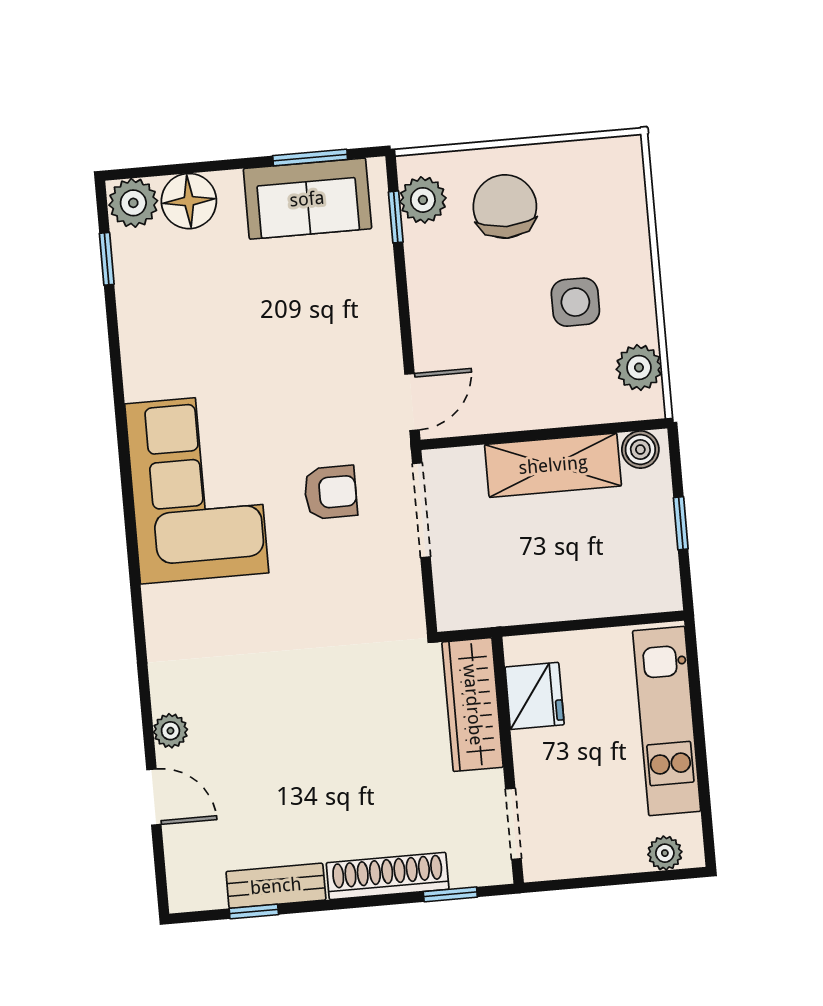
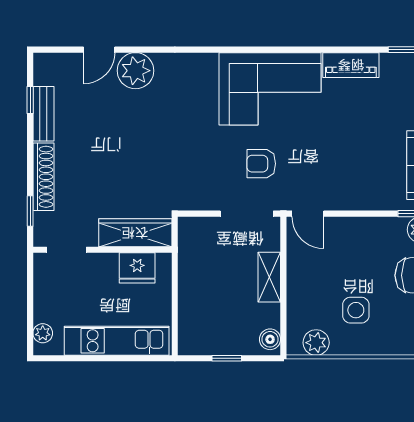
piano: (142, 349) -> (351, 65), added
shelving: (553, 465) -> (269, 277), width x0.67, depth x0.75
armchair: (331, 492) -> (261, 164), turned 90
plant: (170, 731) -> (135, 71), width x1.88, depth x1.88

